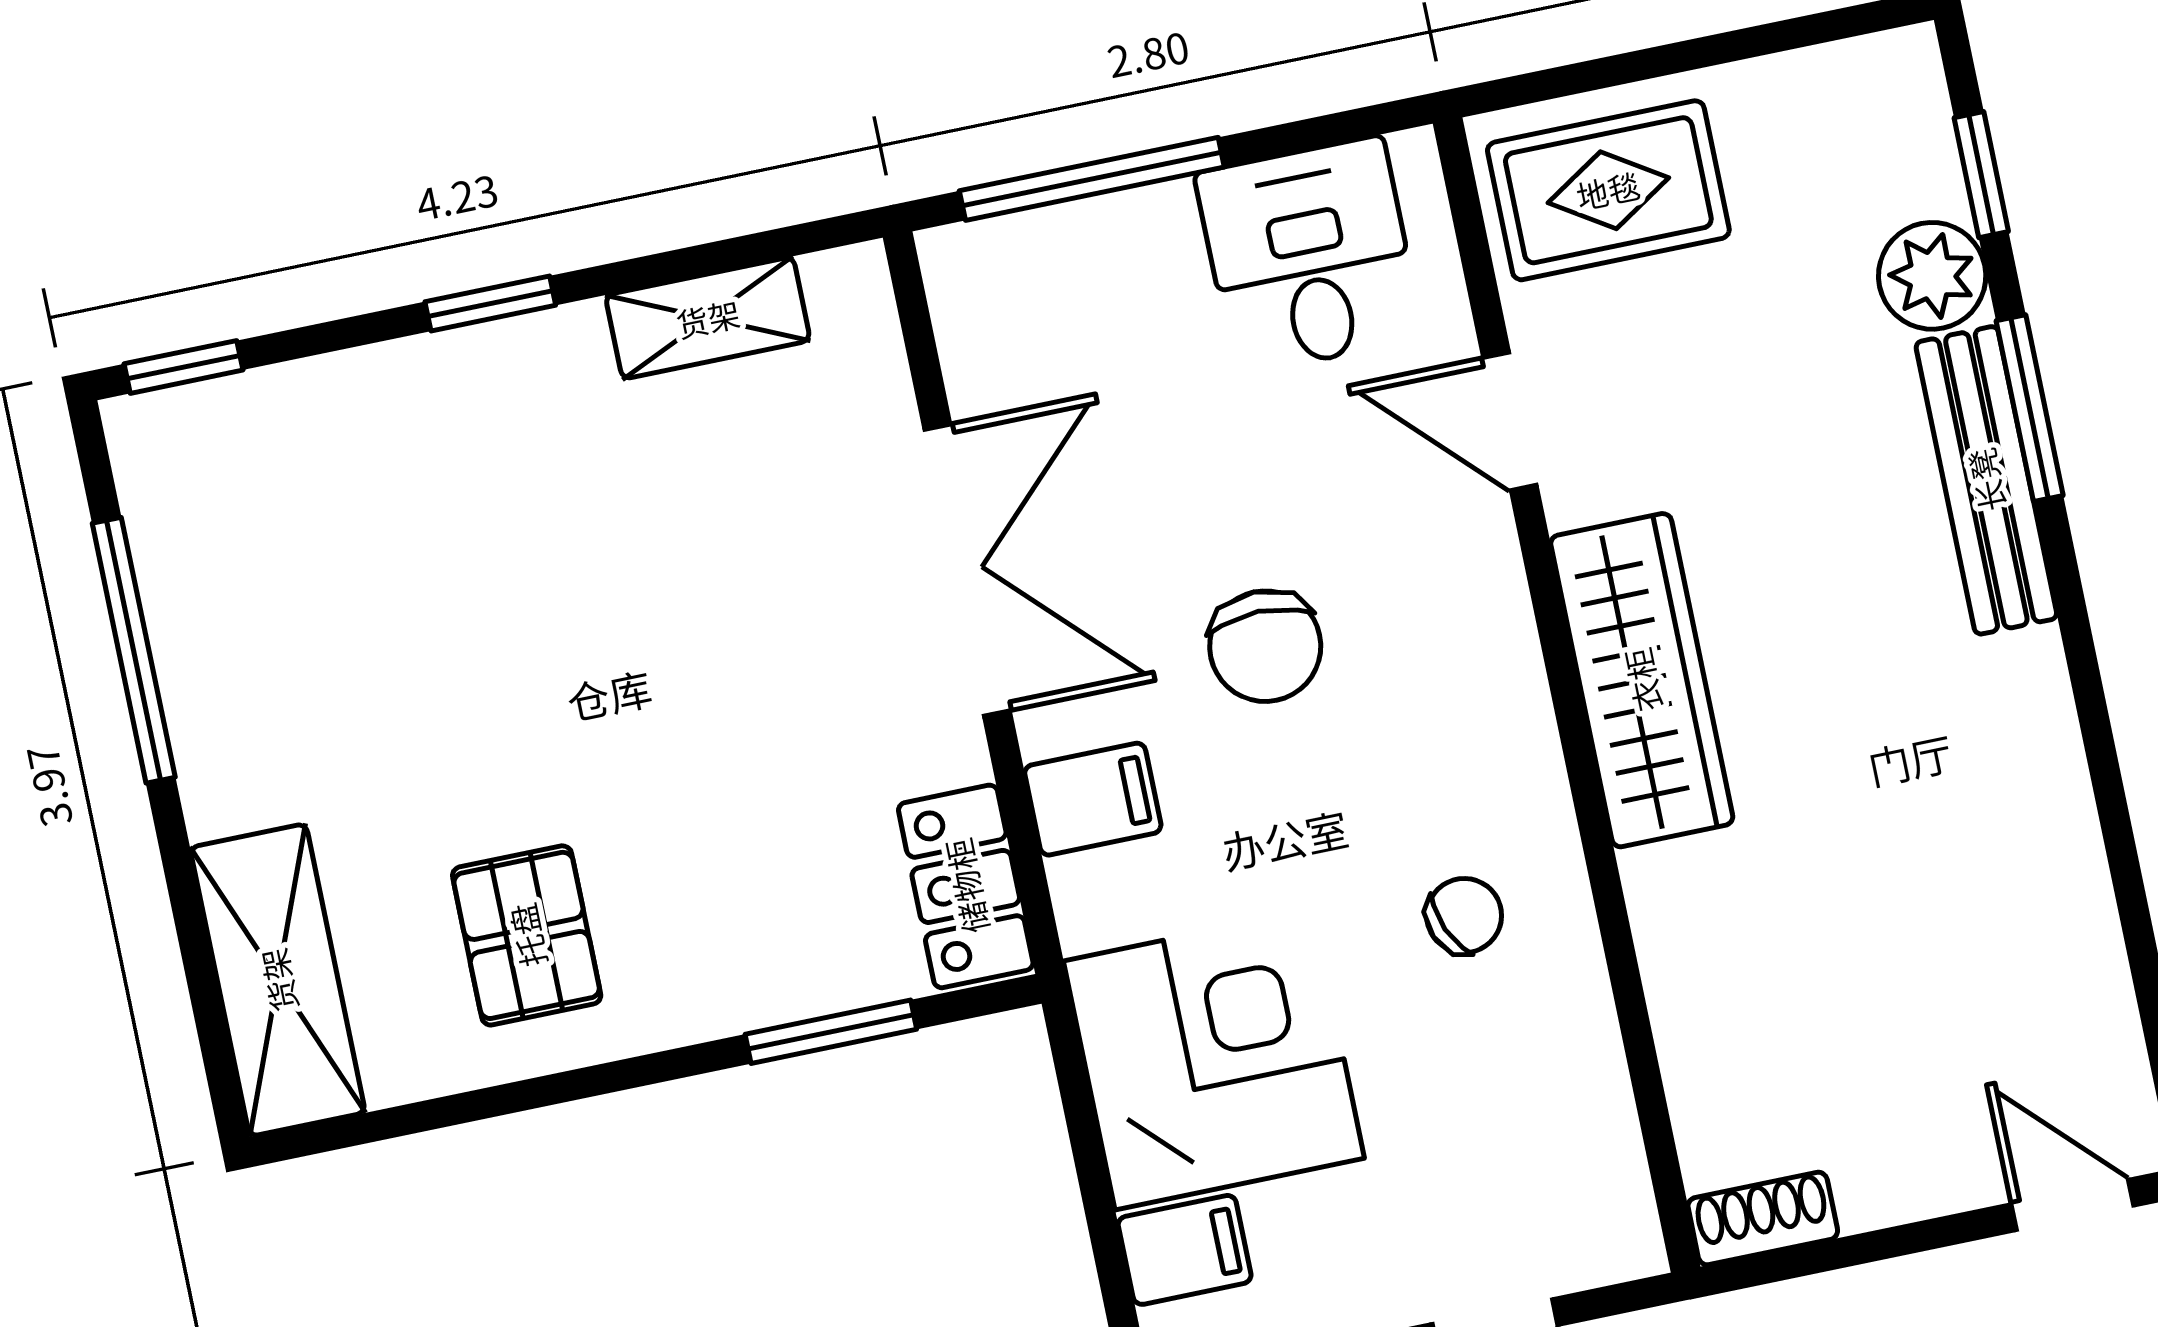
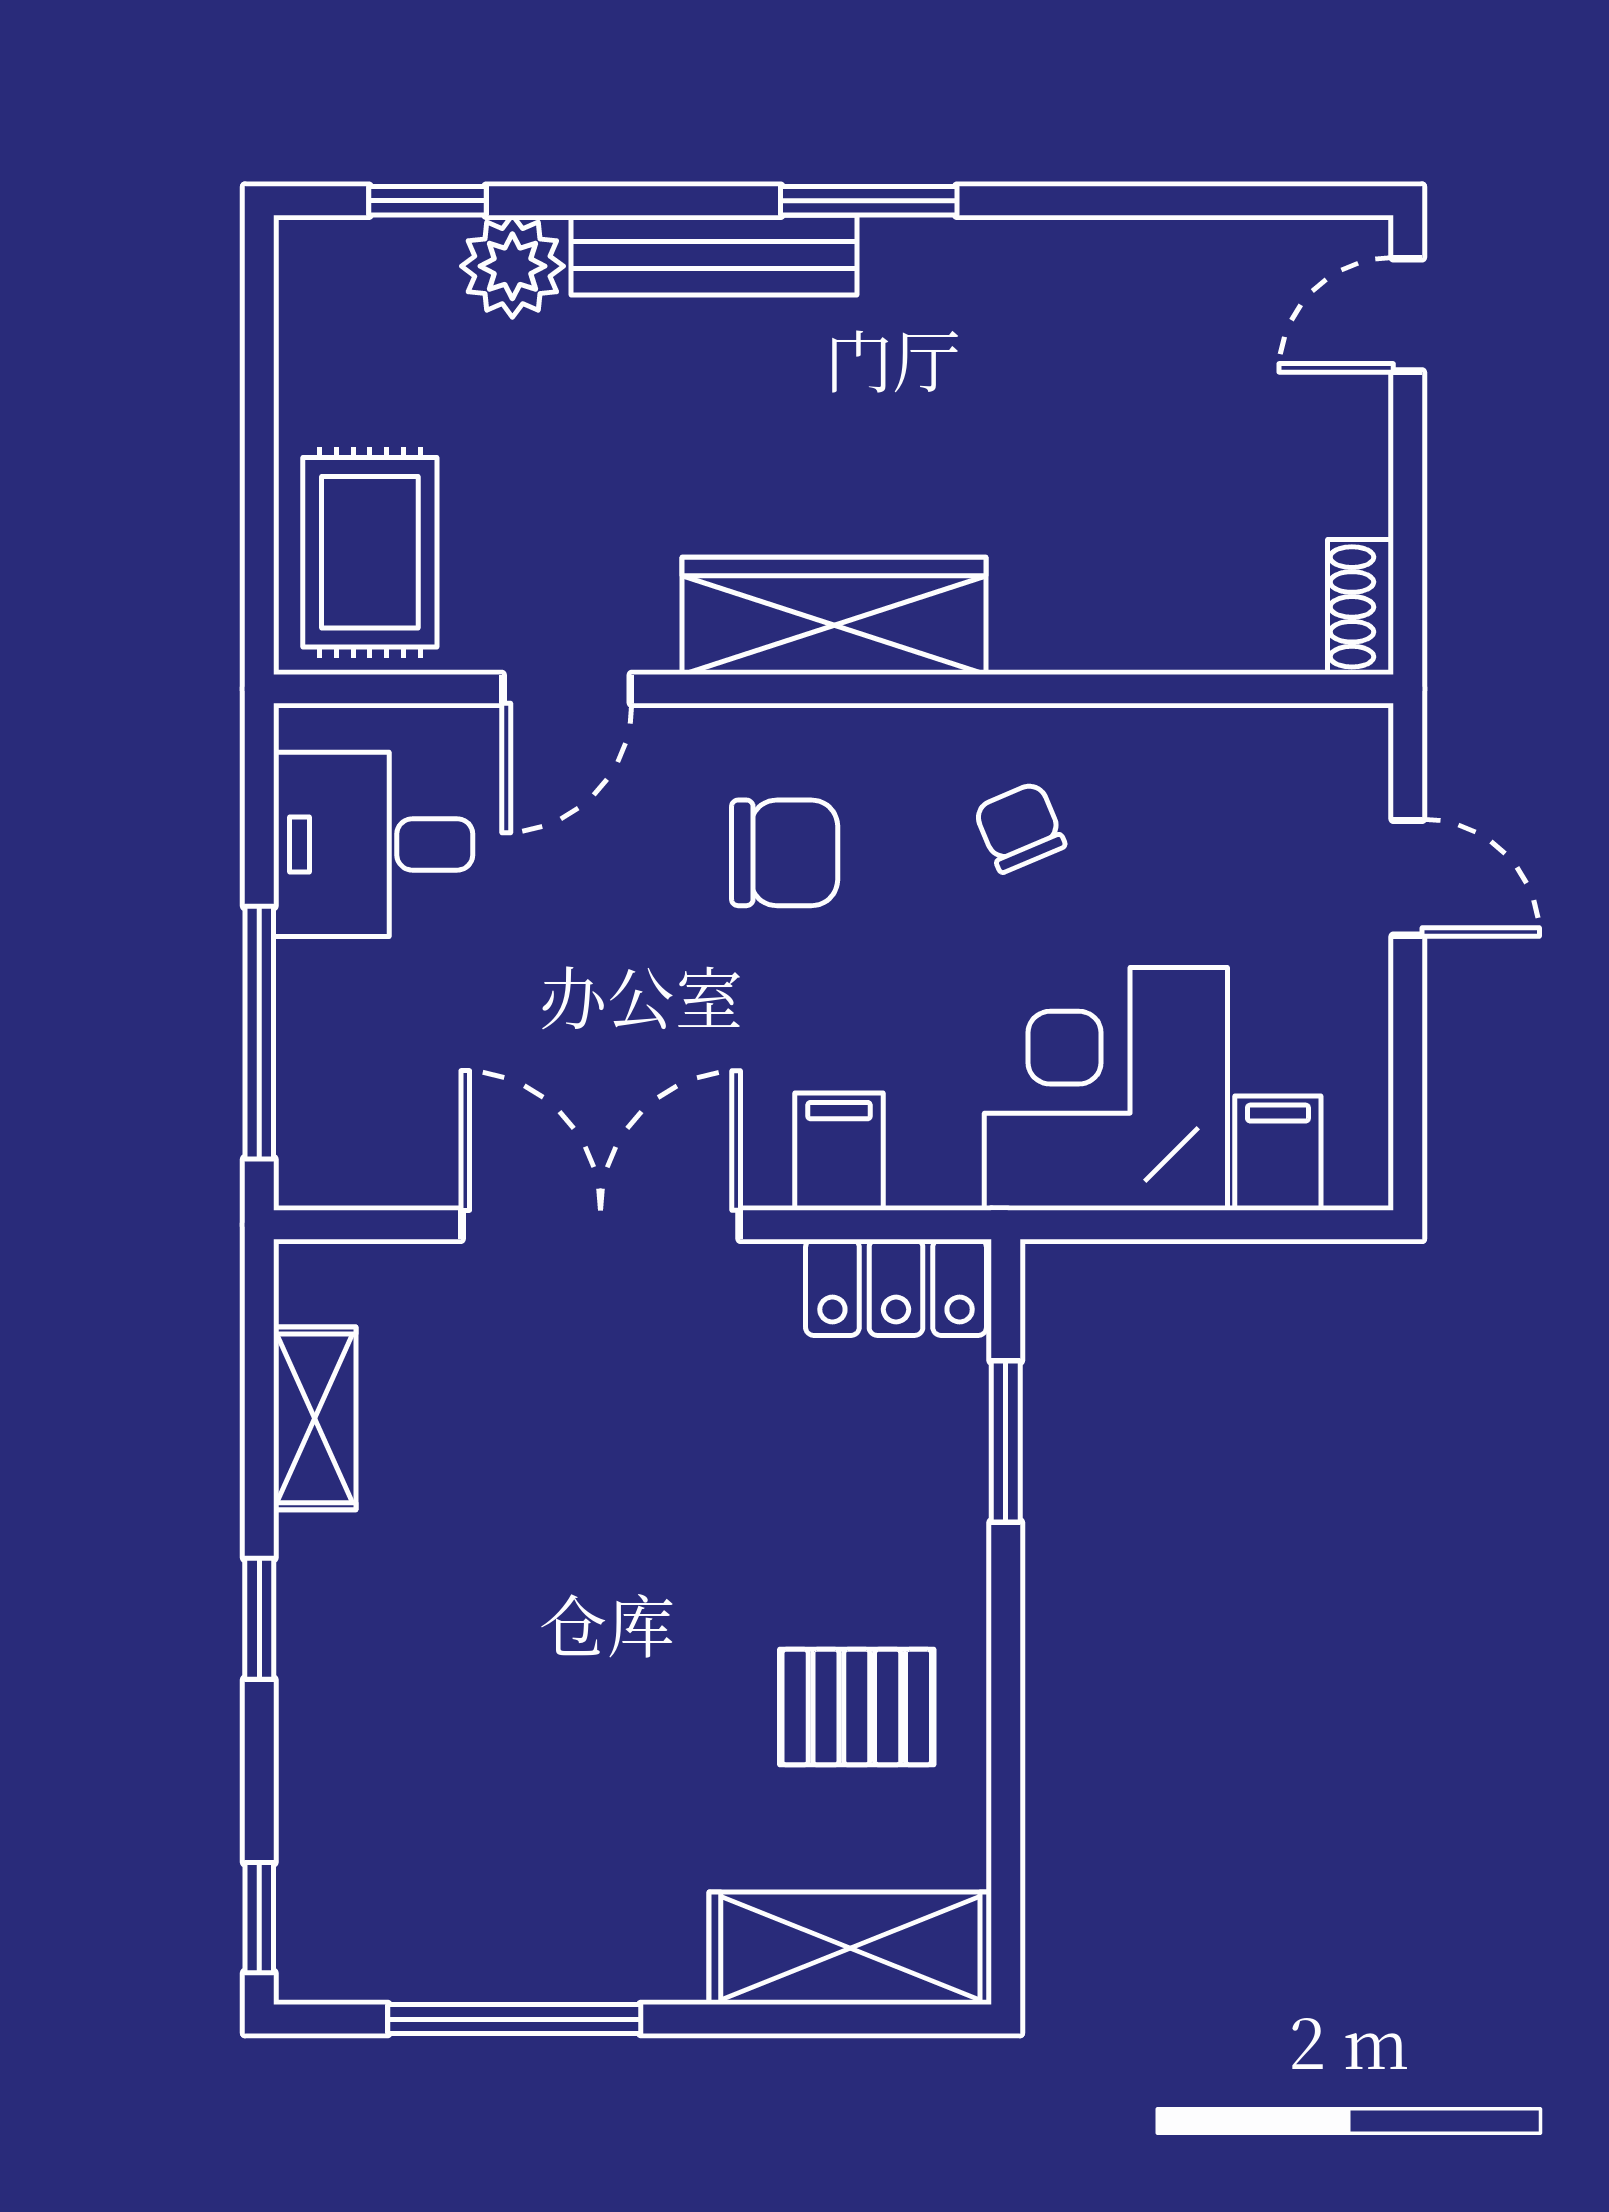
window: (2030, 408) -> (869, 201), moved
chair: (1265, 646) -> (785, 853), moved

